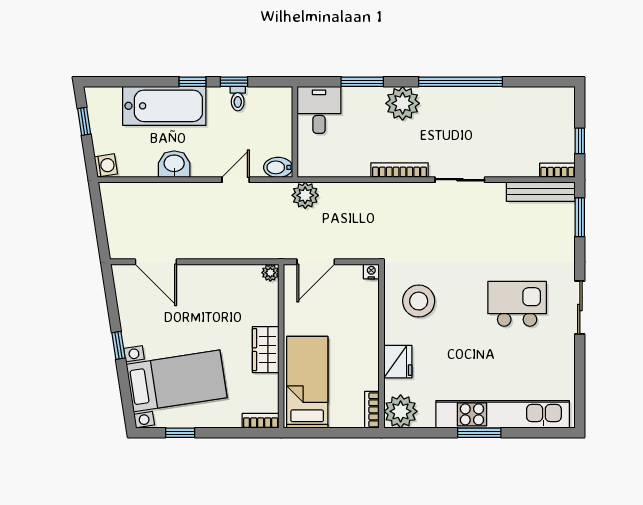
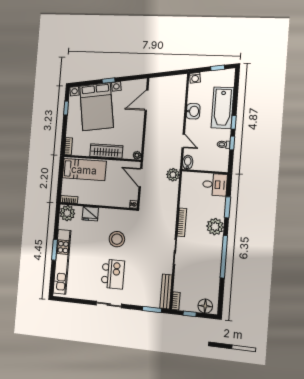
floor lamp: (561, 111) -> (205, 306), added
stool: (419, 301) -> (117, 239), moved
wardrobe: (266, 350) -> (106, 151), width x1.50
bed with nightstands: (177, 381) -> (97, 107), width x1.36

